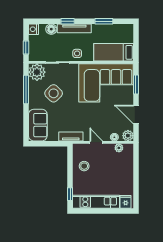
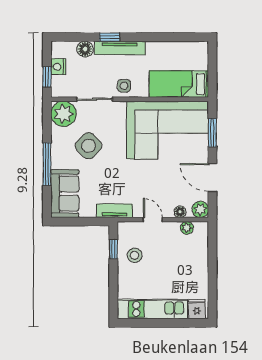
window: (104, 21) -> (164, 37), removed
nightstand: (34, 29) -> (58, 67), moved
window: (26, 89) -> (47, 164), moved
window: (70, 194) -> (113, 249), moved

